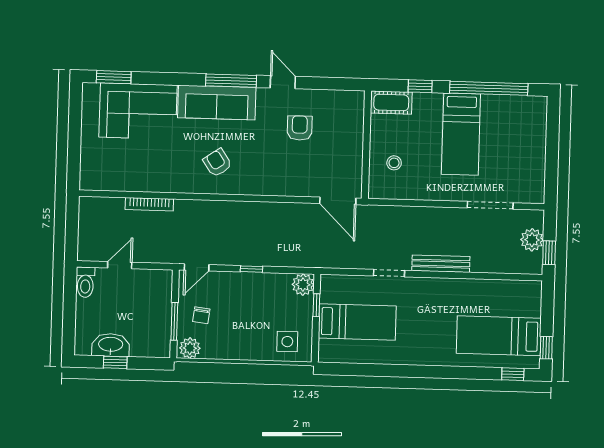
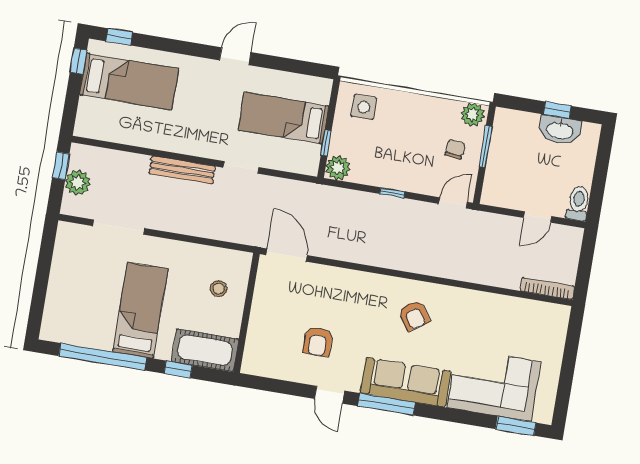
cot: (391, 102) -> (205, 350), width x1.37, depth x1.34
bookcase: (149, 204) -> (547, 288), moved
door: (408, 371) -> (235, 56), added

